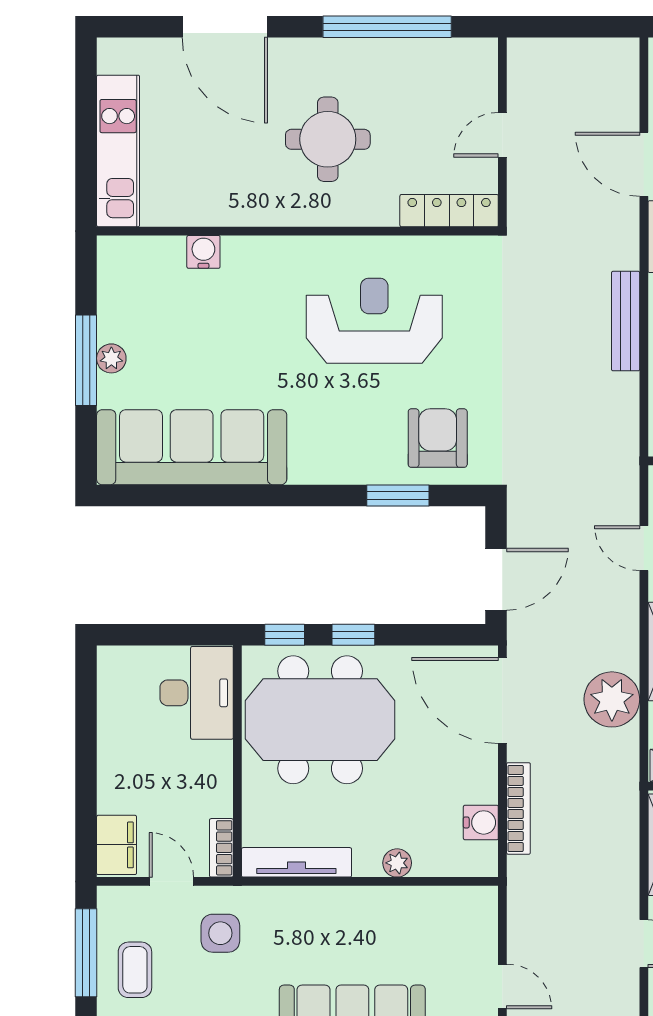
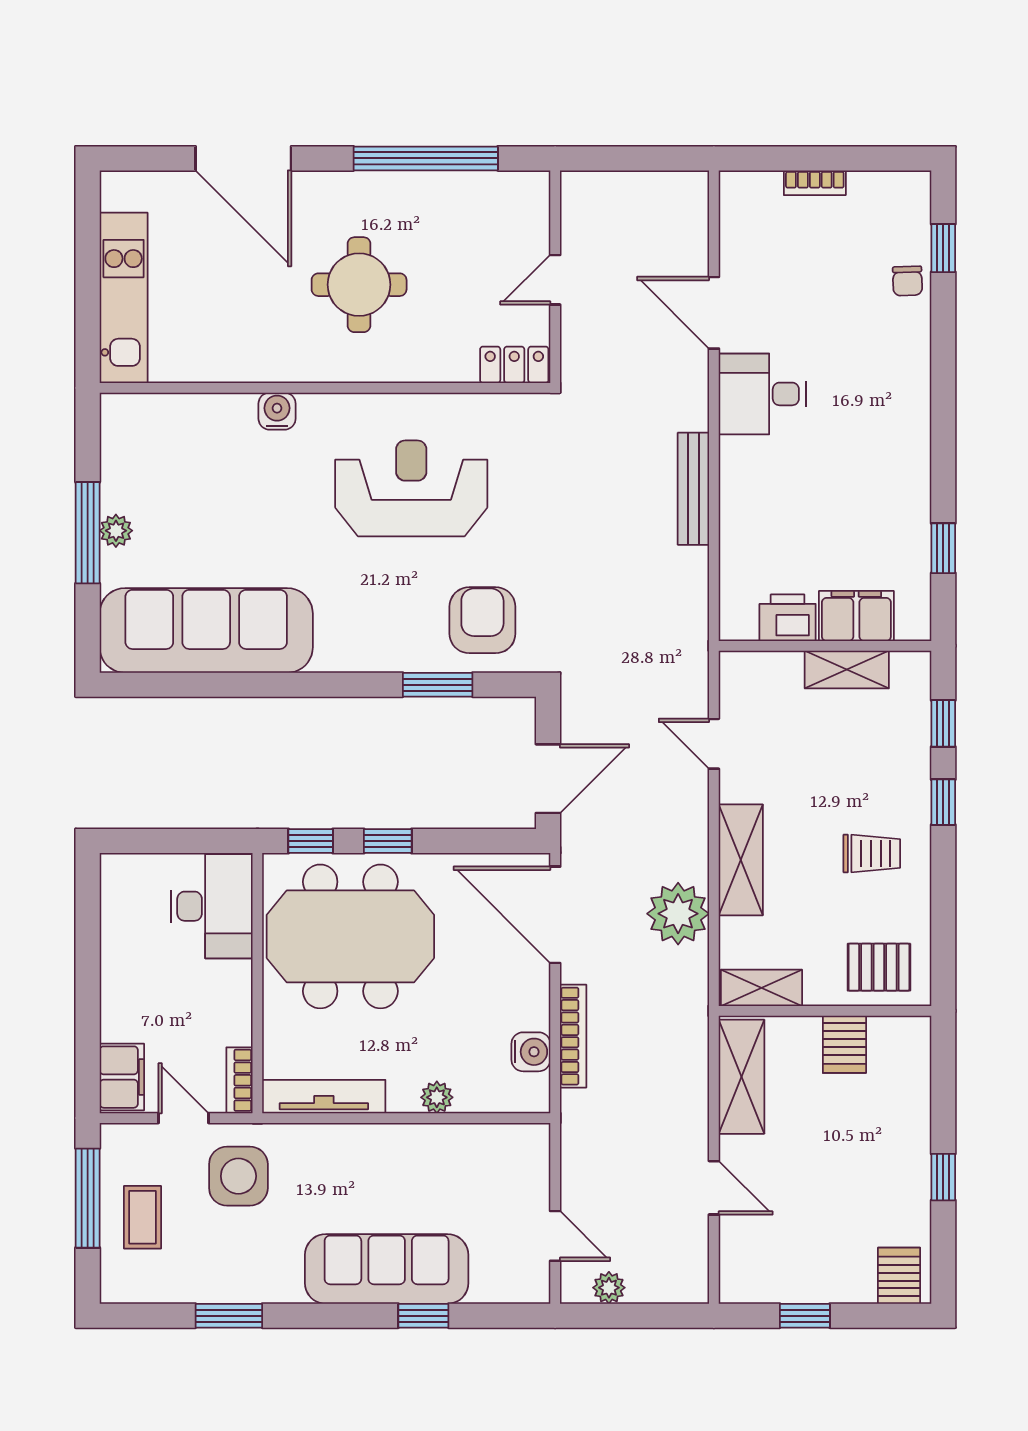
locker: (449, 211) -> (514, 365), width x0.66
water cooler: (203, 252) -> (277, 411), moved
side table: (220, 933) -> (238, 1176), width x1.37, depth x1.37

